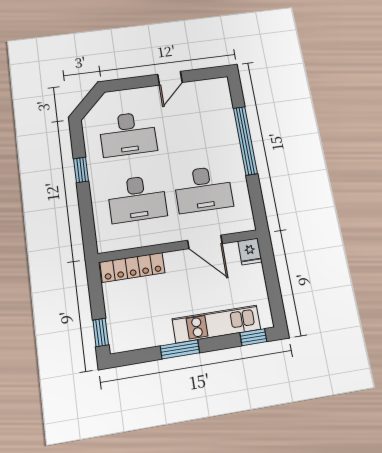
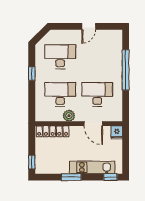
desk: (128, 134) -> (60, 57), turned 180
desk: (203, 189) -> (97, 94), turned 180
desk: (137, 199) -> (60, 94), turned 180
plant: (158, 234) -> (69, 116), added

